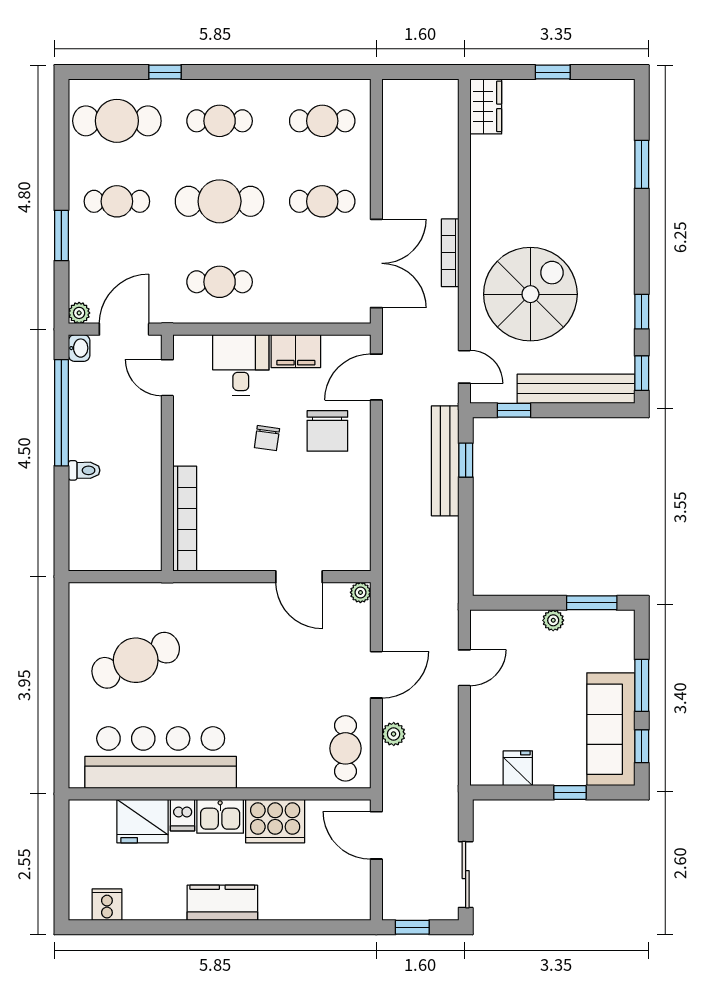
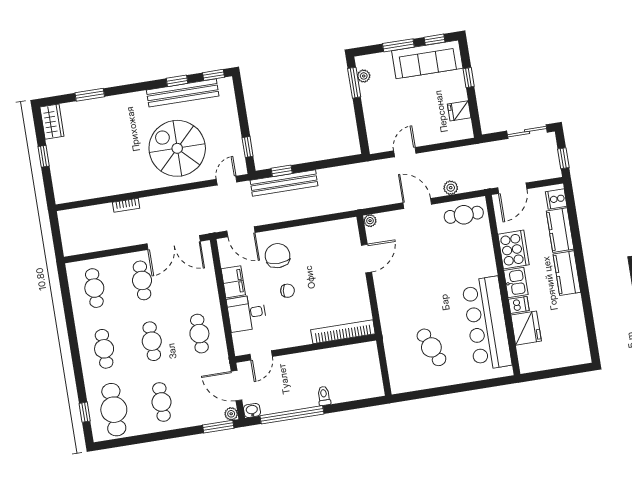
window: (165, 72) -> (85, 412), moved
wardrobe: (486, 106) -> (52, 122), moved, turned 90
cafe table: (220, 201) -> (152, 341), width x0.73, depth x0.74
window: (61, 235) -> (218, 427), moved
bookcase: (450, 253) -> (126, 205), moved, width x0.64
double door: (376, 263) -> (174, 242), swing flipped
bench: (576, 389) -> (183, 93), moved, turned 90
chair: (327, 431) -> (277, 256), turned -90
plant: (553, 620) -> (364, 76), moved
cafe table: (136, 660) -> (431, 347), width x0.73, depth x0.74
door: (464, 668) -> (405, 152), hinge flipped
kitchen counter: (295, 903) -> (560, 230), added
cooker: (107, 905) -> (556, 199), moved

